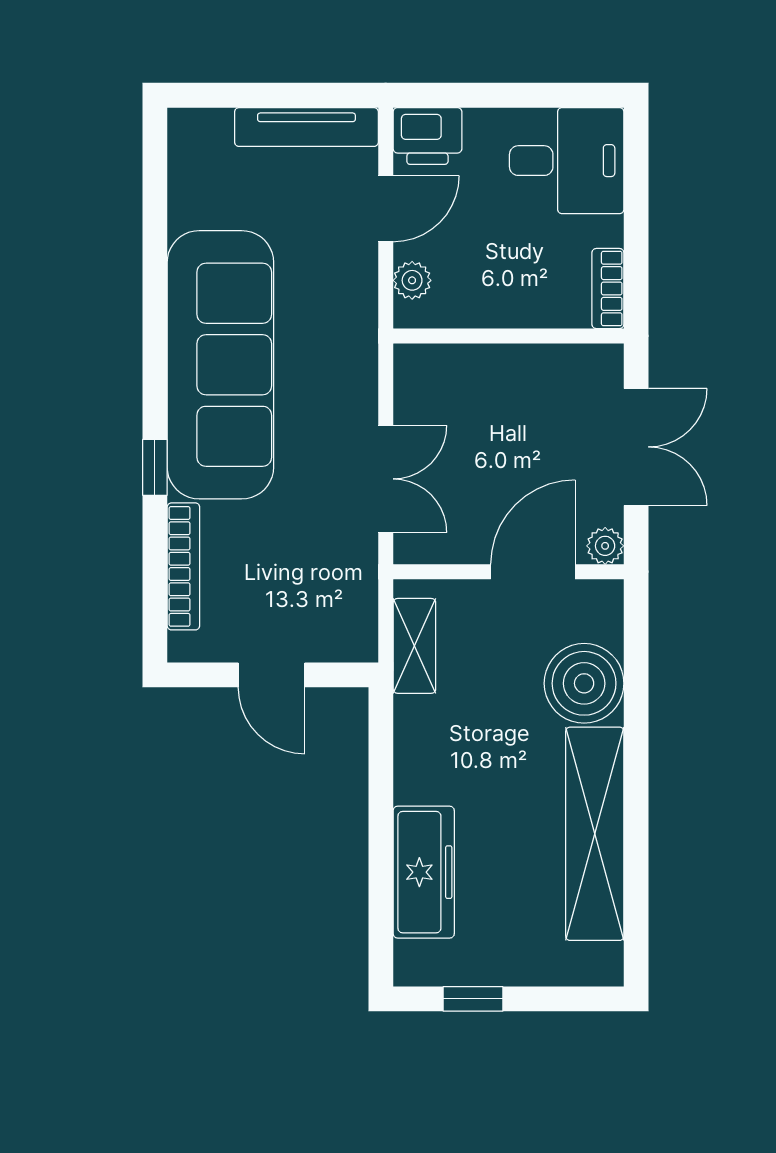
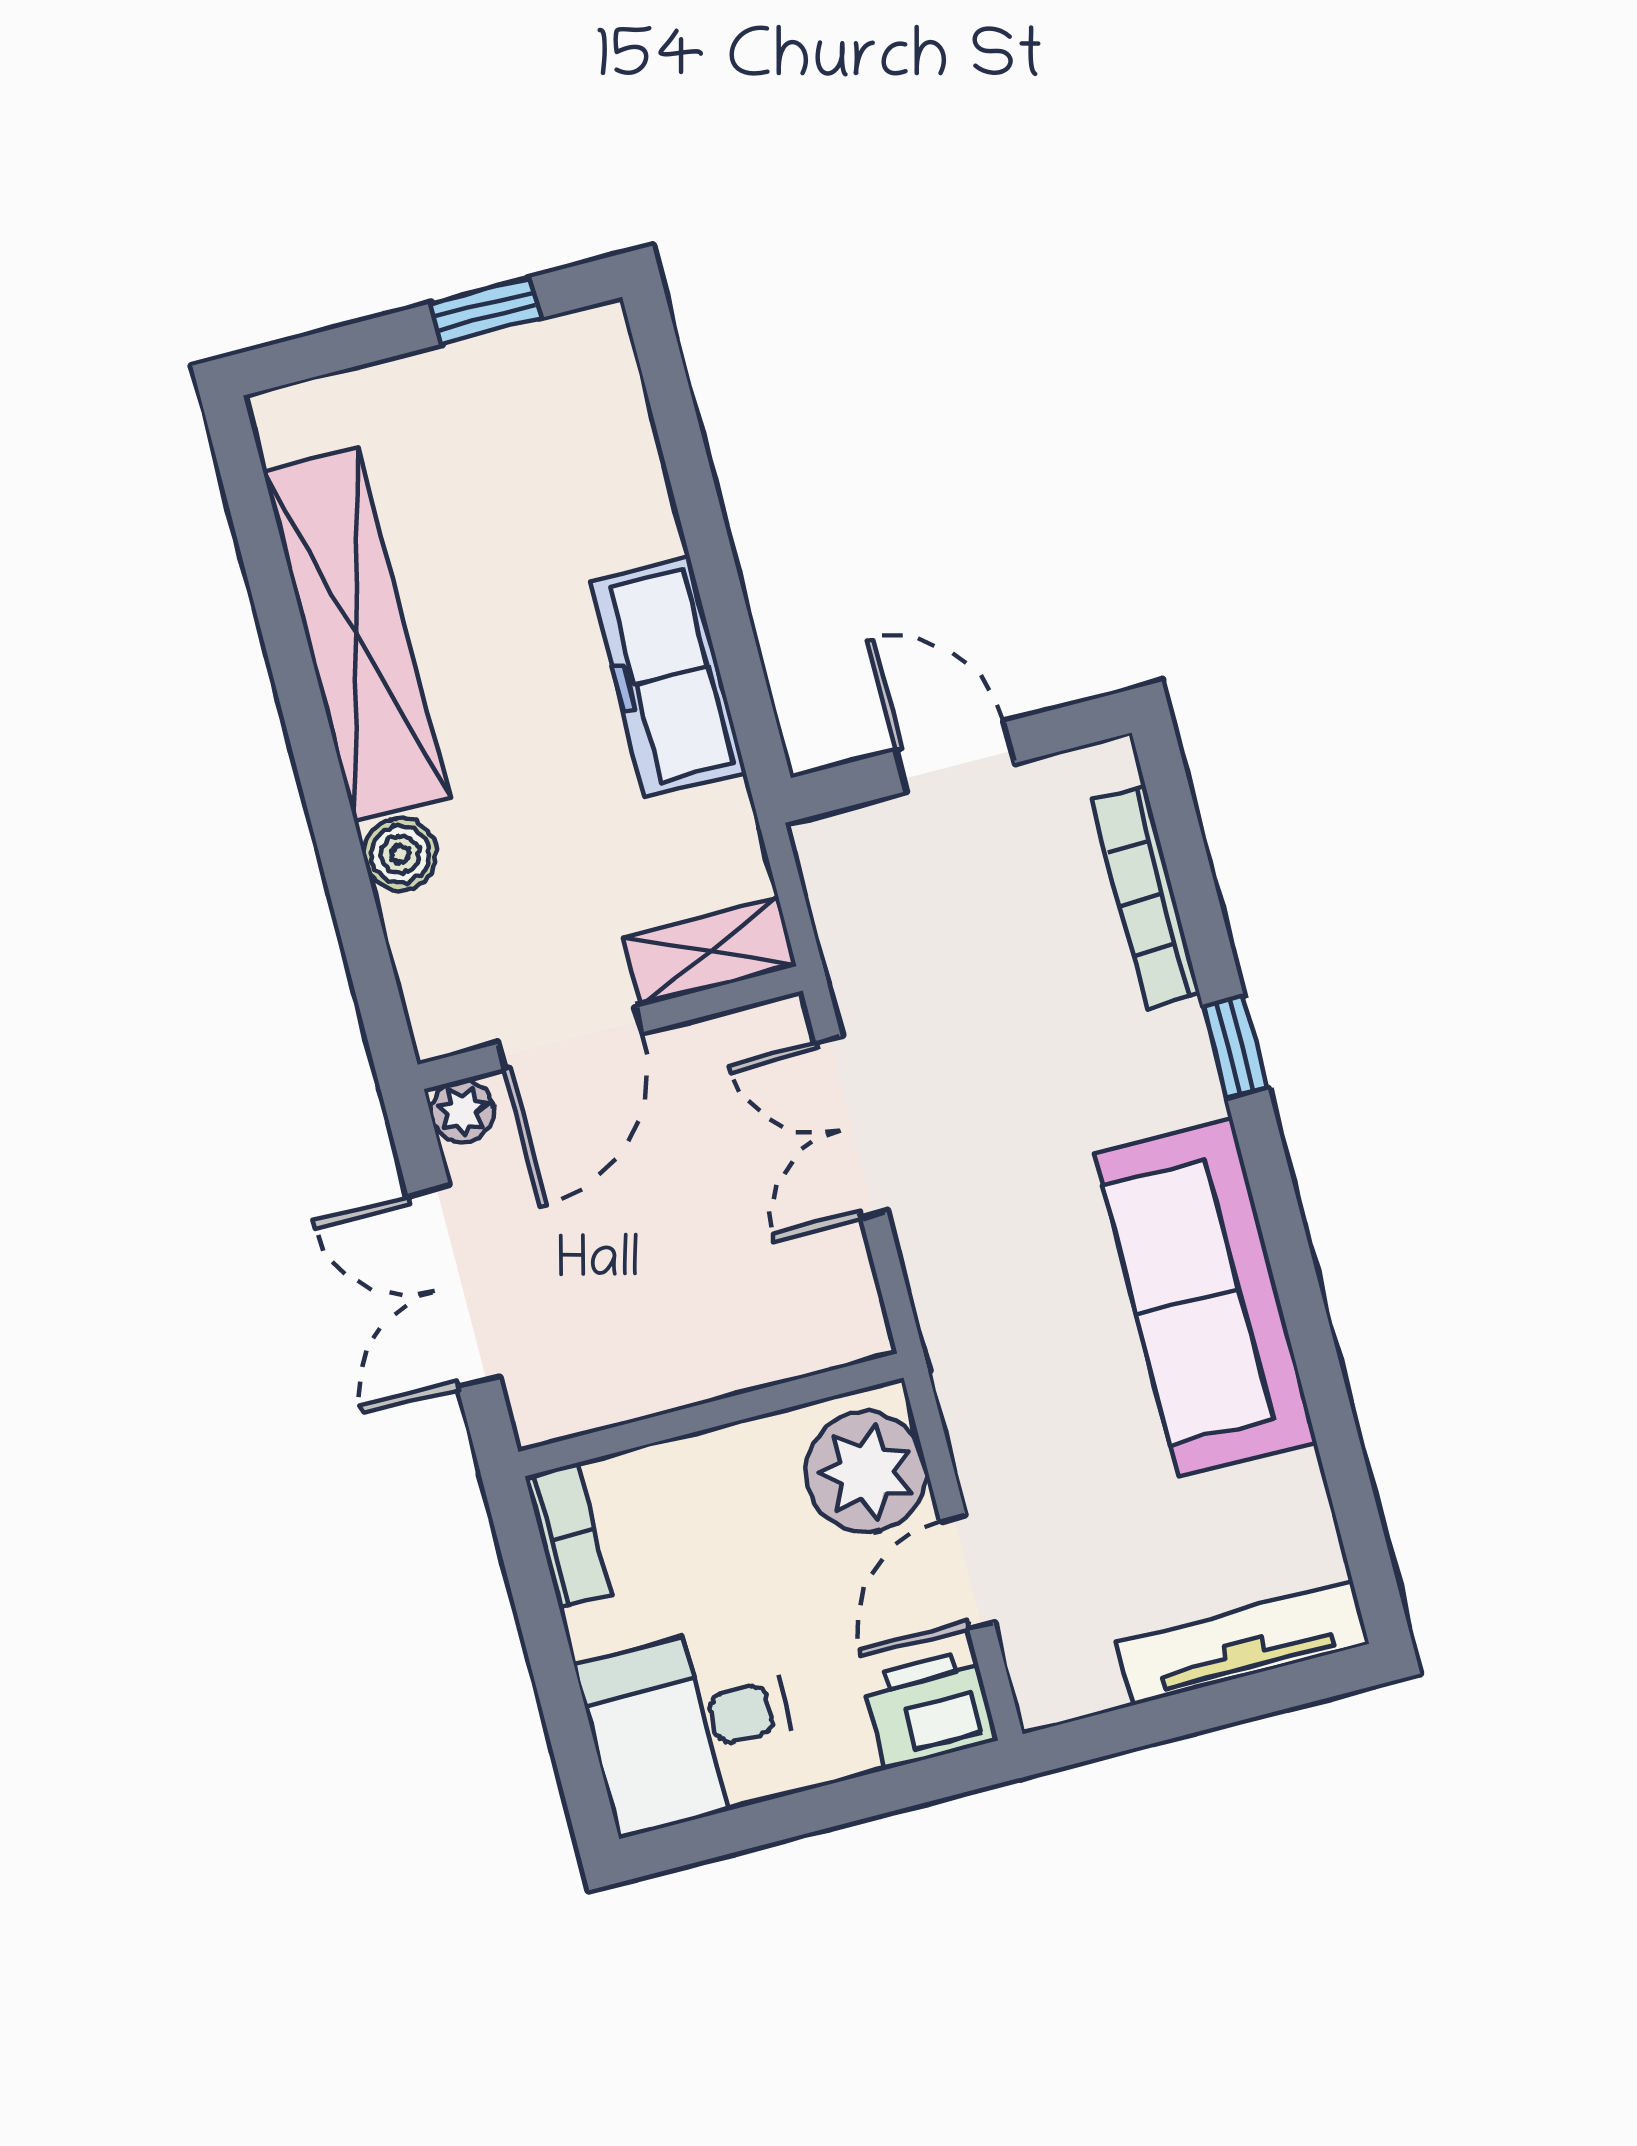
tv unit: (306, 127) -> (1243, 1643), moved
plant: (412, 280) -> (866, 1472), width x1.88, depth x1.88
sofa: (220, 365) -> (1206, 1298), width x0.74, depth x0.79
shelving: (414, 646) -> (710, 951), moved, turned 90
boiler: (584, 683) -> (400, 854), width x0.54, depth x0.54
freezer: (424, 872) -> (668, 677), moved

